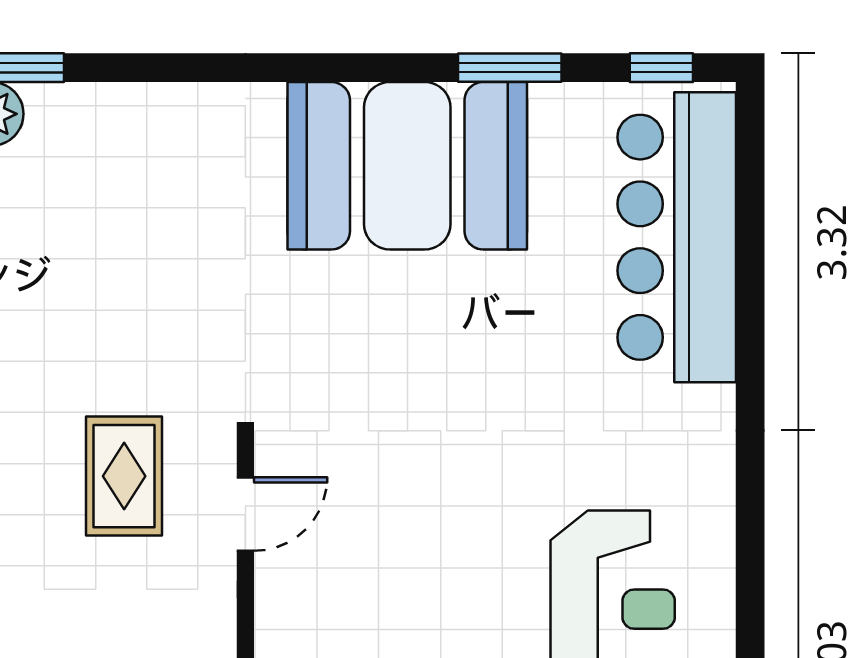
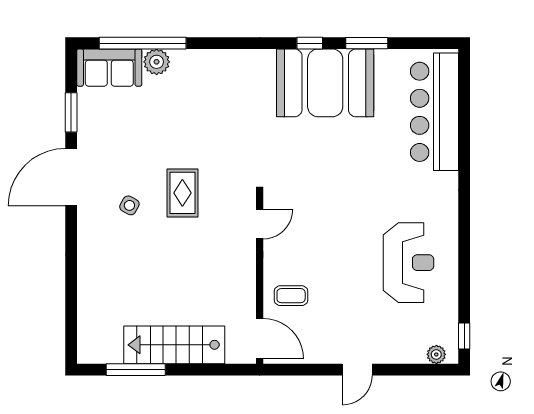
window: (661, 68) -> (310, 43), moved
rug: (124, 476) -> (182, 193), moved

